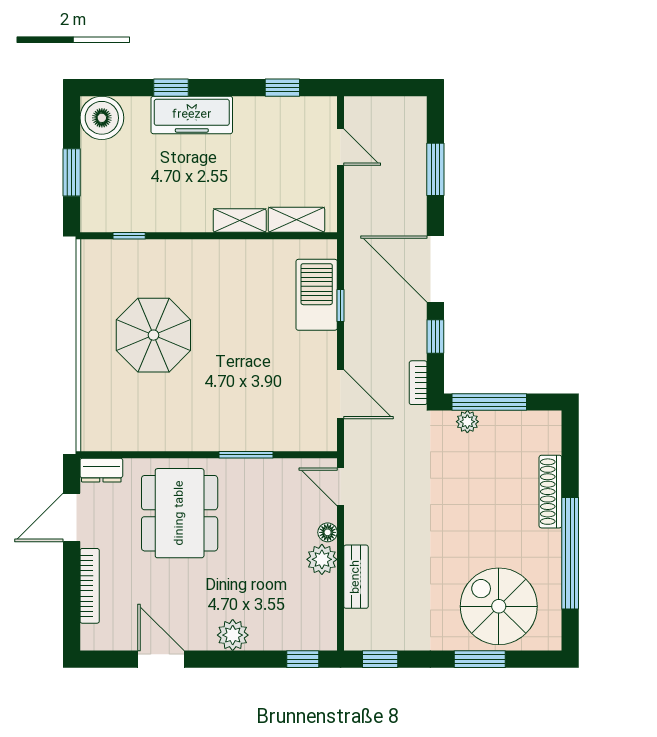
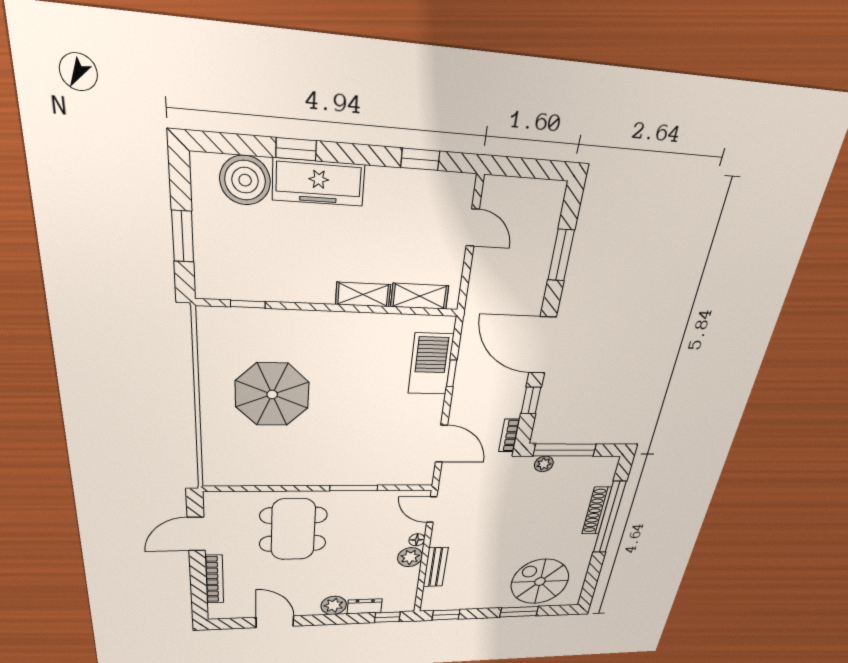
boiler: (102, 118) -> (245, 180), moved
dresser: (101, 470) -> (365, 606), moved, turned 180
window: (570, 553) -> (609, 518), moved

